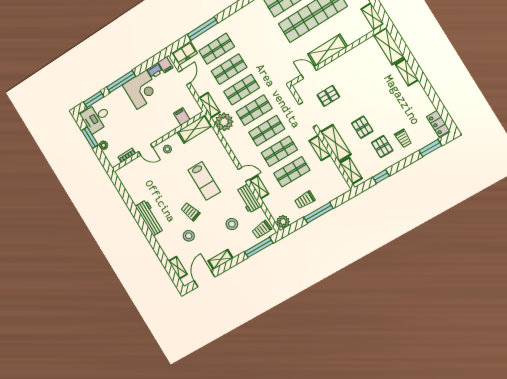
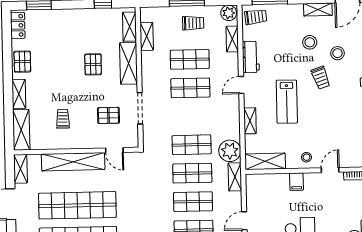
shelving: (328, 50) -> (73, 162), width x1.47
filing cabinet: (182, 116) -> (297, 182), moved
shop shelf: (267, 131) -> (191, 116), removed
trolley: (403, 138) -> (63, 119), moved
pallet: (382, 147) -> (22, 62), moved
shelving: (320, 148) -> (147, 36), moved
door: (146, 150) -> (330, 170), hinge flipped
shelving: (222, 152) -> (250, 121), added
door: (244, 174) -> (241, 85), hinge flipped
lab bench: (204, 181) -> (287, 102), turned 180
shelving: (259, 187) -> (232, 39), moved
stool: (232, 224) -> (310, 42), moved

